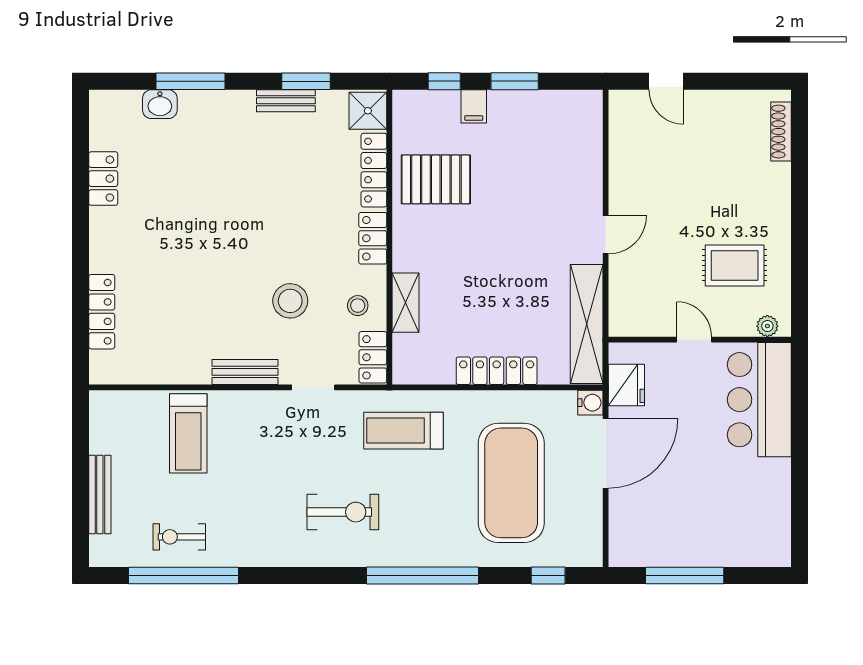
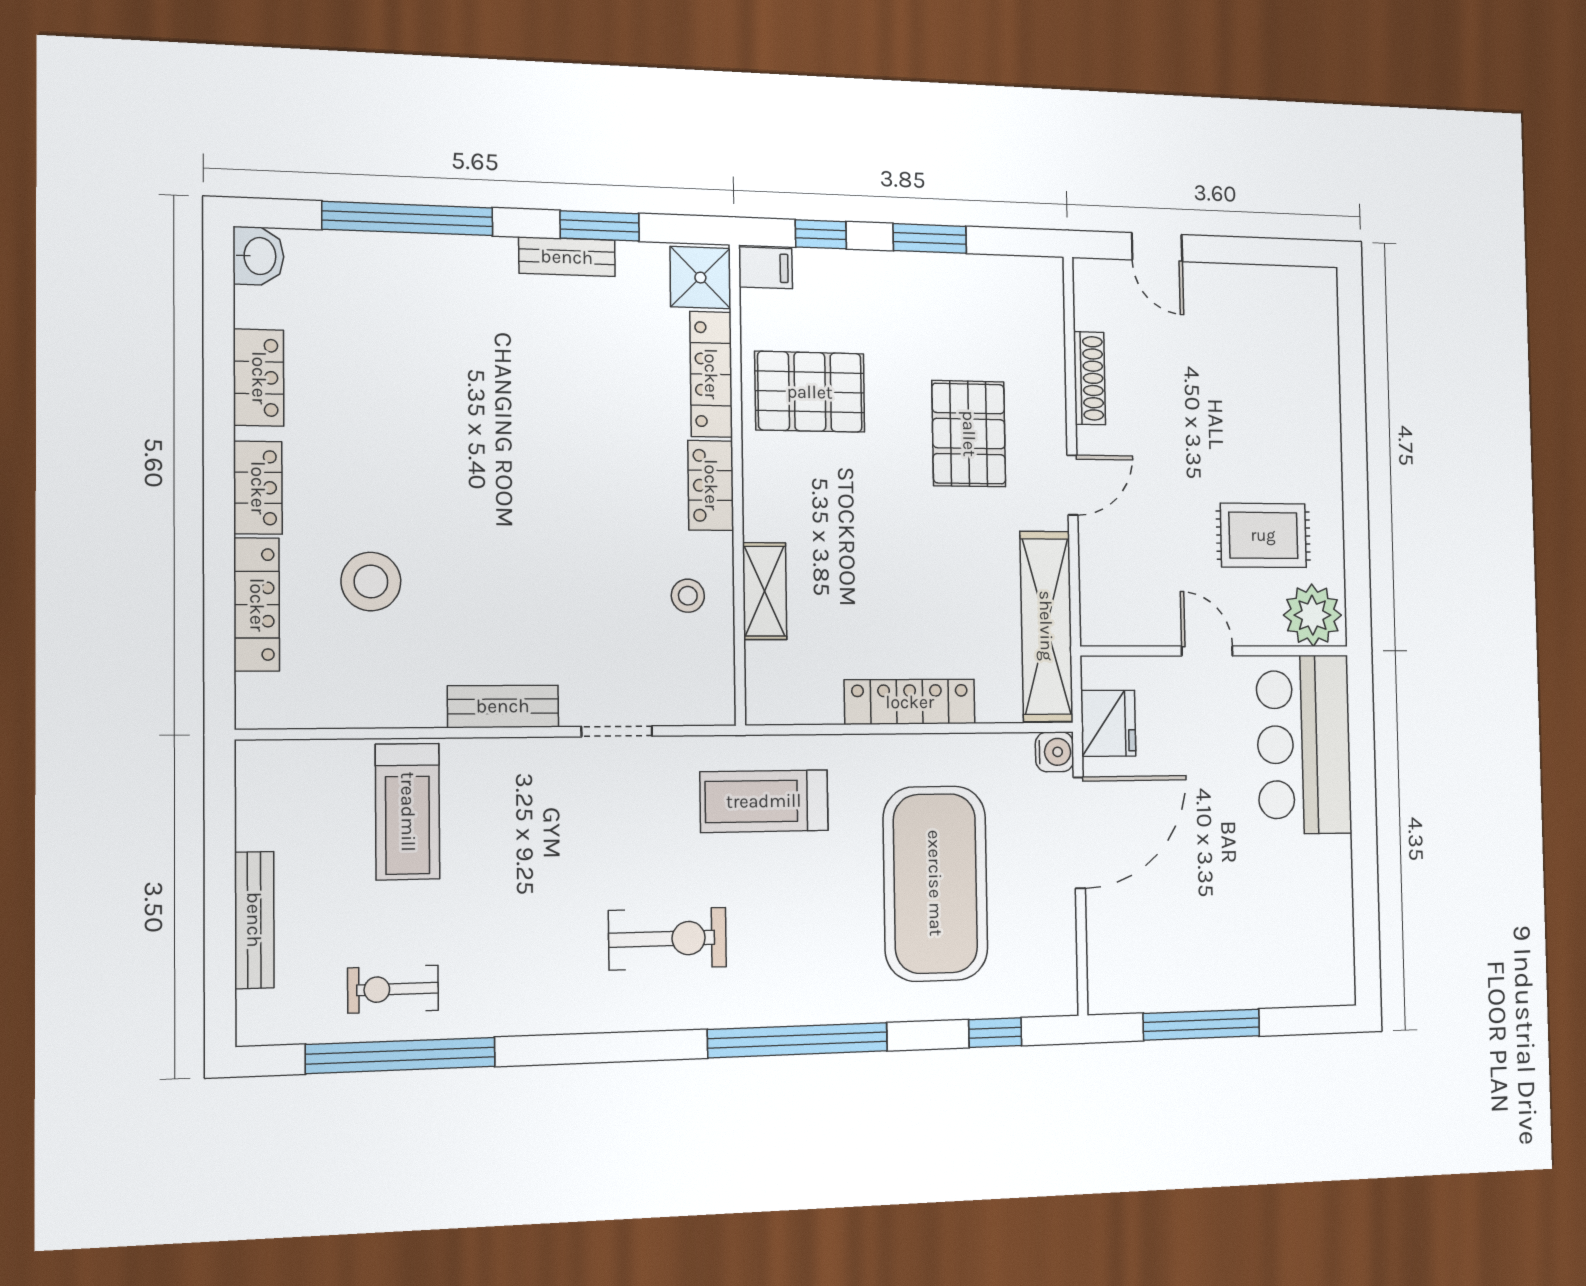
window: (191, 81) -> (408, 218), width x1.46
washbasin: (160, 104) -> (258, 256), moved, turned -90
filing cabinet: (474, 106) -> (766, 268), moved, turned -90
shoe rack: (781, 132) -> (1090, 378), moved, turned 180
pallet: (538, 203) -> (969, 434), added
stool: (290, 301) -> (371, 582), moved
plant: (767, 326) -> (1312, 615), width x1.87, depth x1.87
locker: (373, 357) -> (258, 488), moved, turned 180

